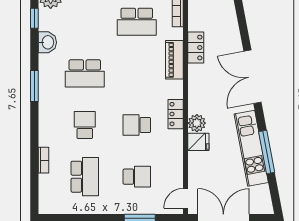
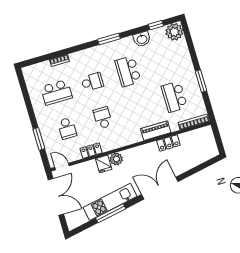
locker: (176, 114) -> (91, 151), moved

